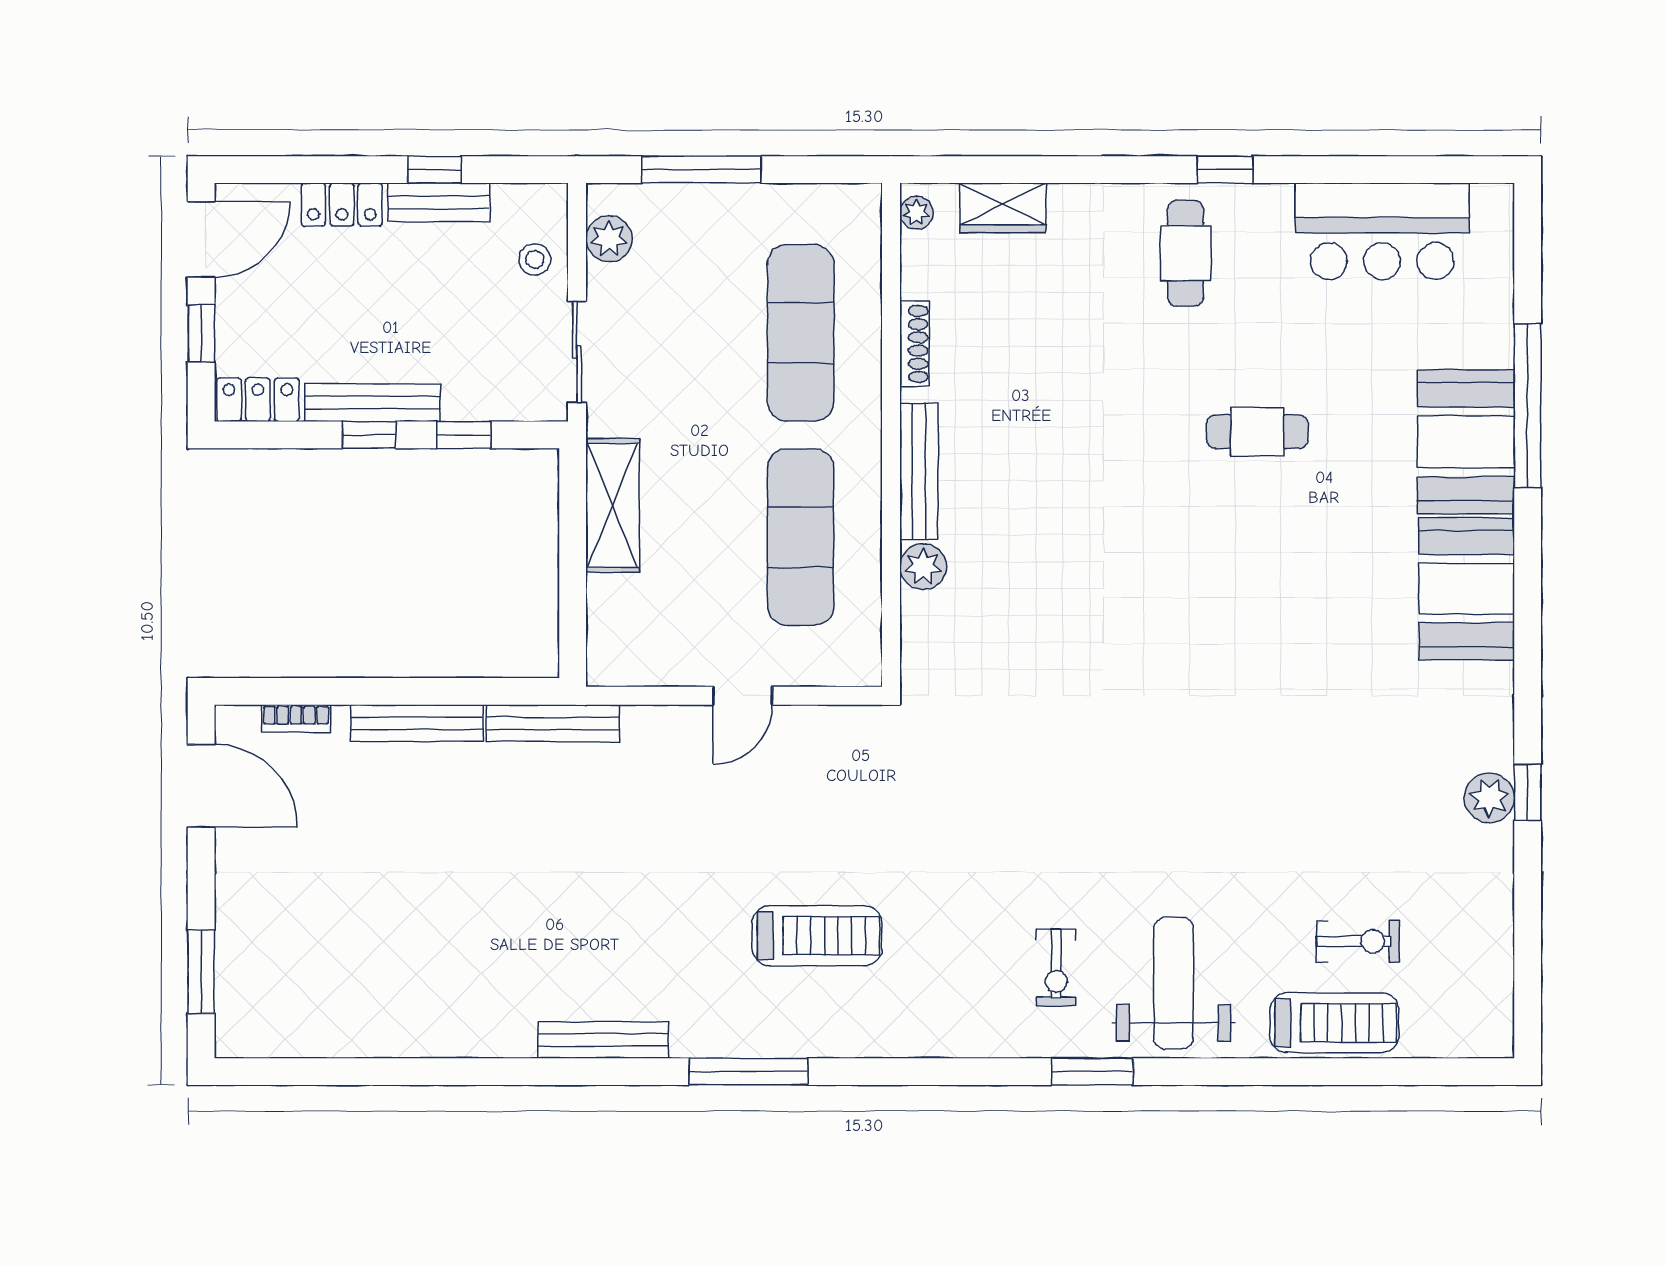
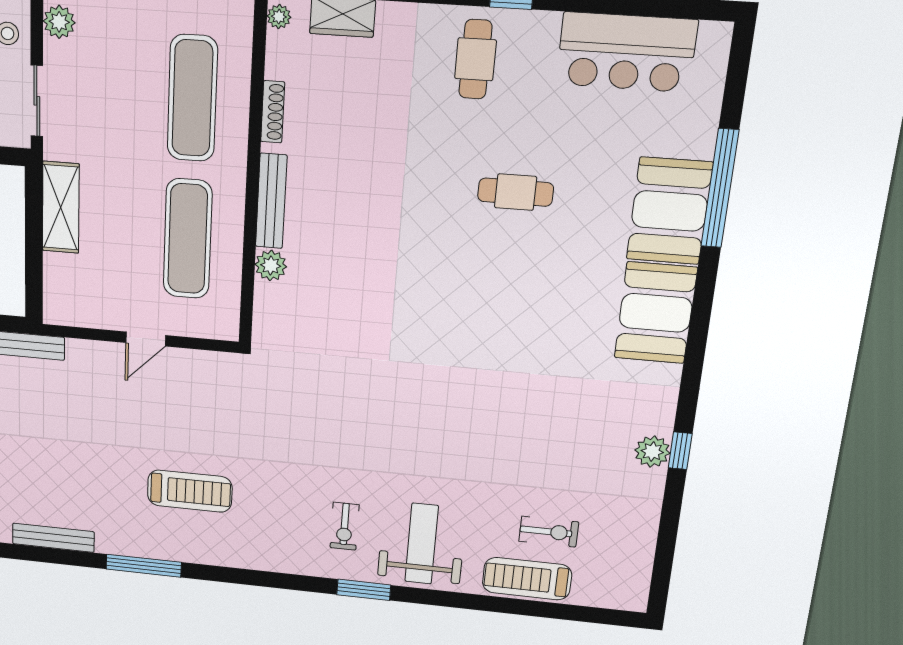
treadmill: (1334, 1023) -> (527, 579), turned 180

